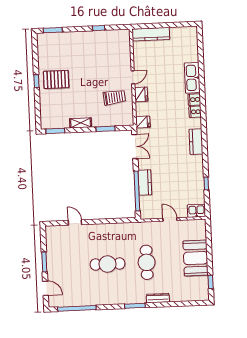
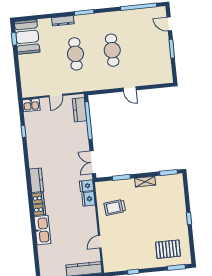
door: (133, 77) -> (100, 242), moved
pallet: (56, 79) -> (168, 249), moved
fridge: (141, 94) -> (88, 199), moved
kitchen counter: (196, 142) -> (37, 180), moved
kitchen counter: (145, 182) -> (79, 110), moved
door: (170, 219) -> (56, 96), hinge flipped
door: (75, 222) -> (130, 89), moved
booth: (196, 258) -> (27, 37), moved
cafe table: (107, 264) -> (112, 50), turned 90

